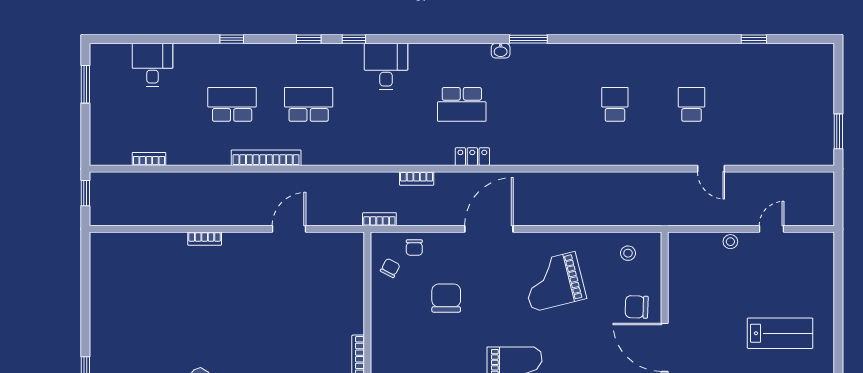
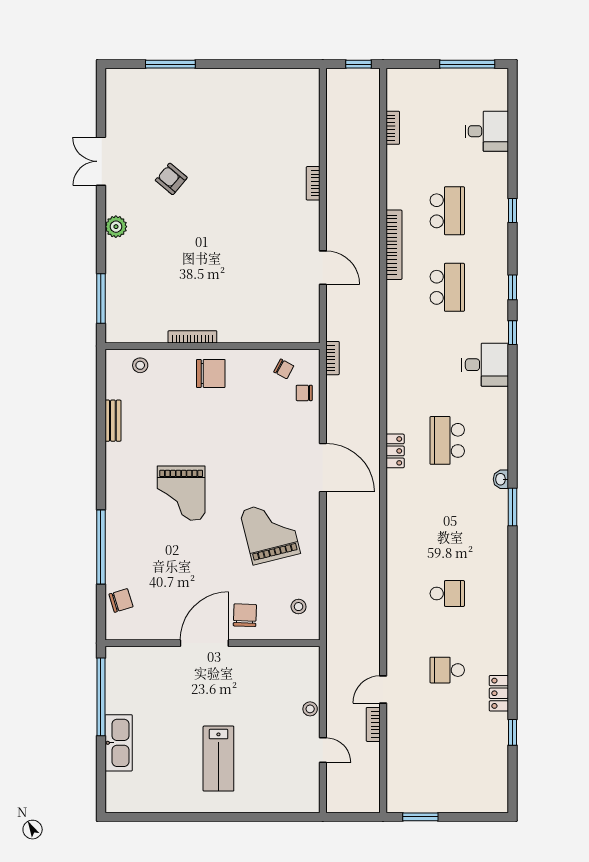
locker: (715, 53) -> (499, 693), added
window: (85, 84) -> (467, 64), width x1.44
school desk: (692, 104) -> (447, 670), turned 180
bookcase: (417, 178) -> (373, 724), moved
chair: (446, 298) -> (211, 373), moved

